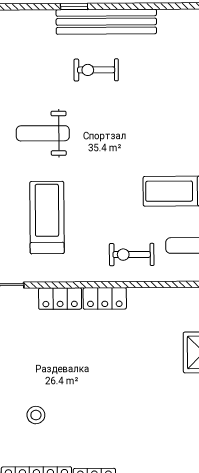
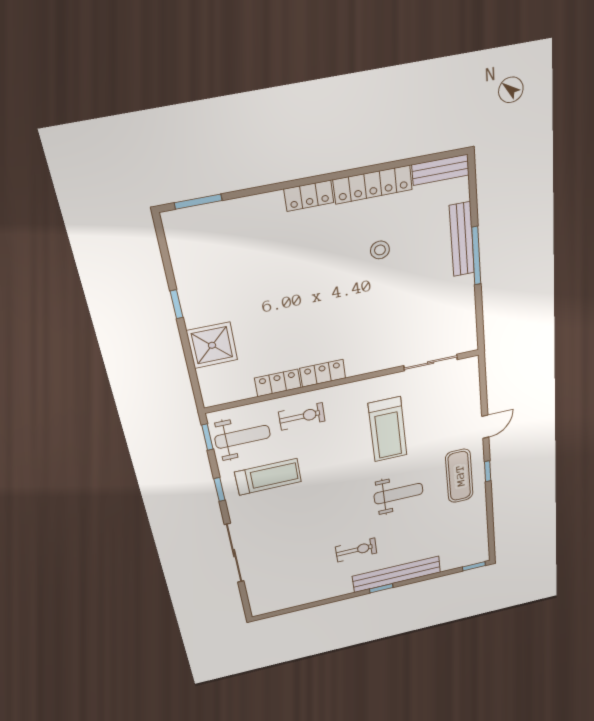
bench: (106, 22) -> (397, 574), moved
locker: (60, 299) -> (278, 383), moved

